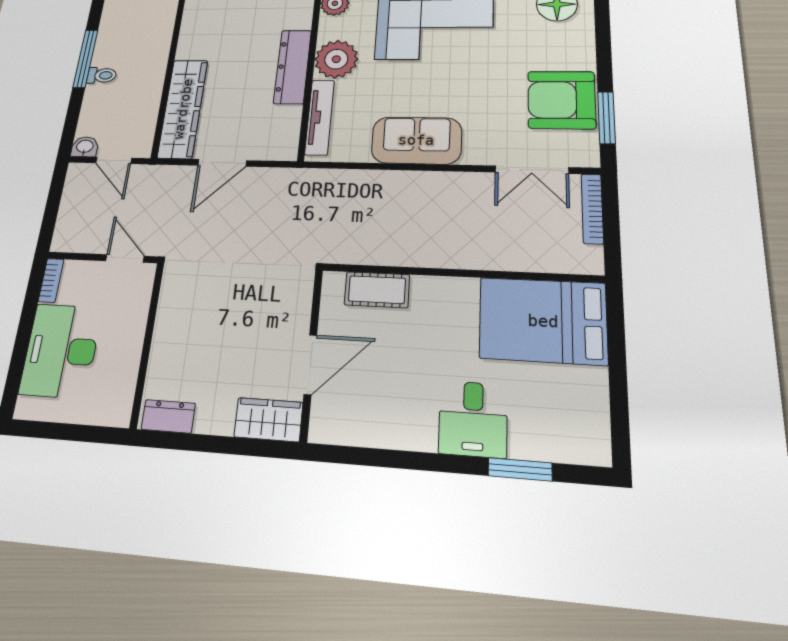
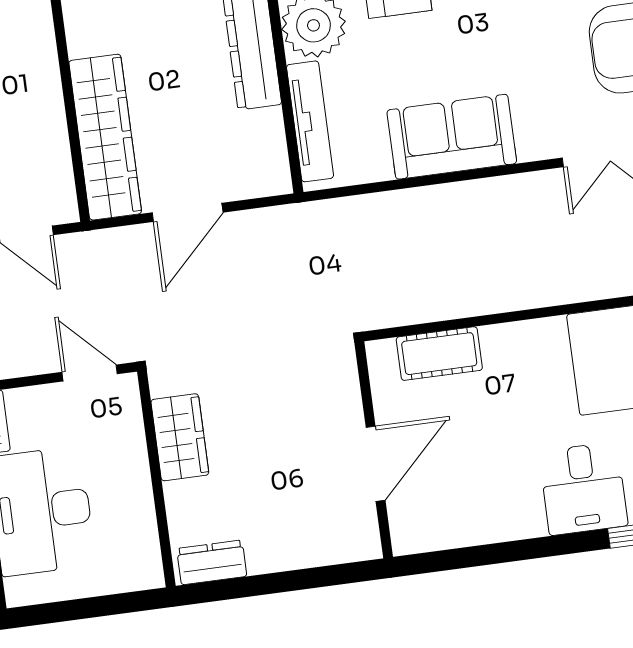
wardrobe: (268, 420) -> (180, 437), moved, turned 90

